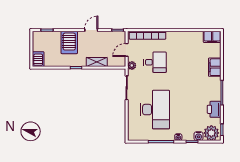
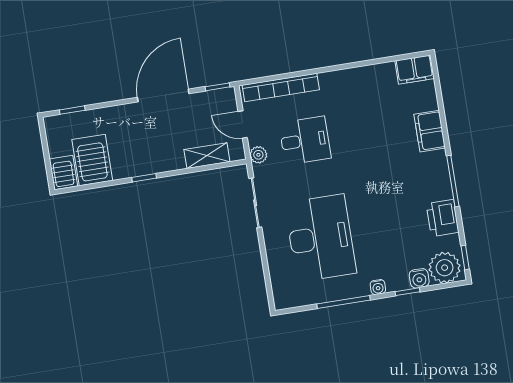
door: (91, 30) -> (163, 96), width x1.88
server rack: (69, 42) -> (92, 160), moved, turned 180
door: (127, 50) -> (243, 125), hinge flipped
shelving: (97, 62) -> (207, 156), moved

